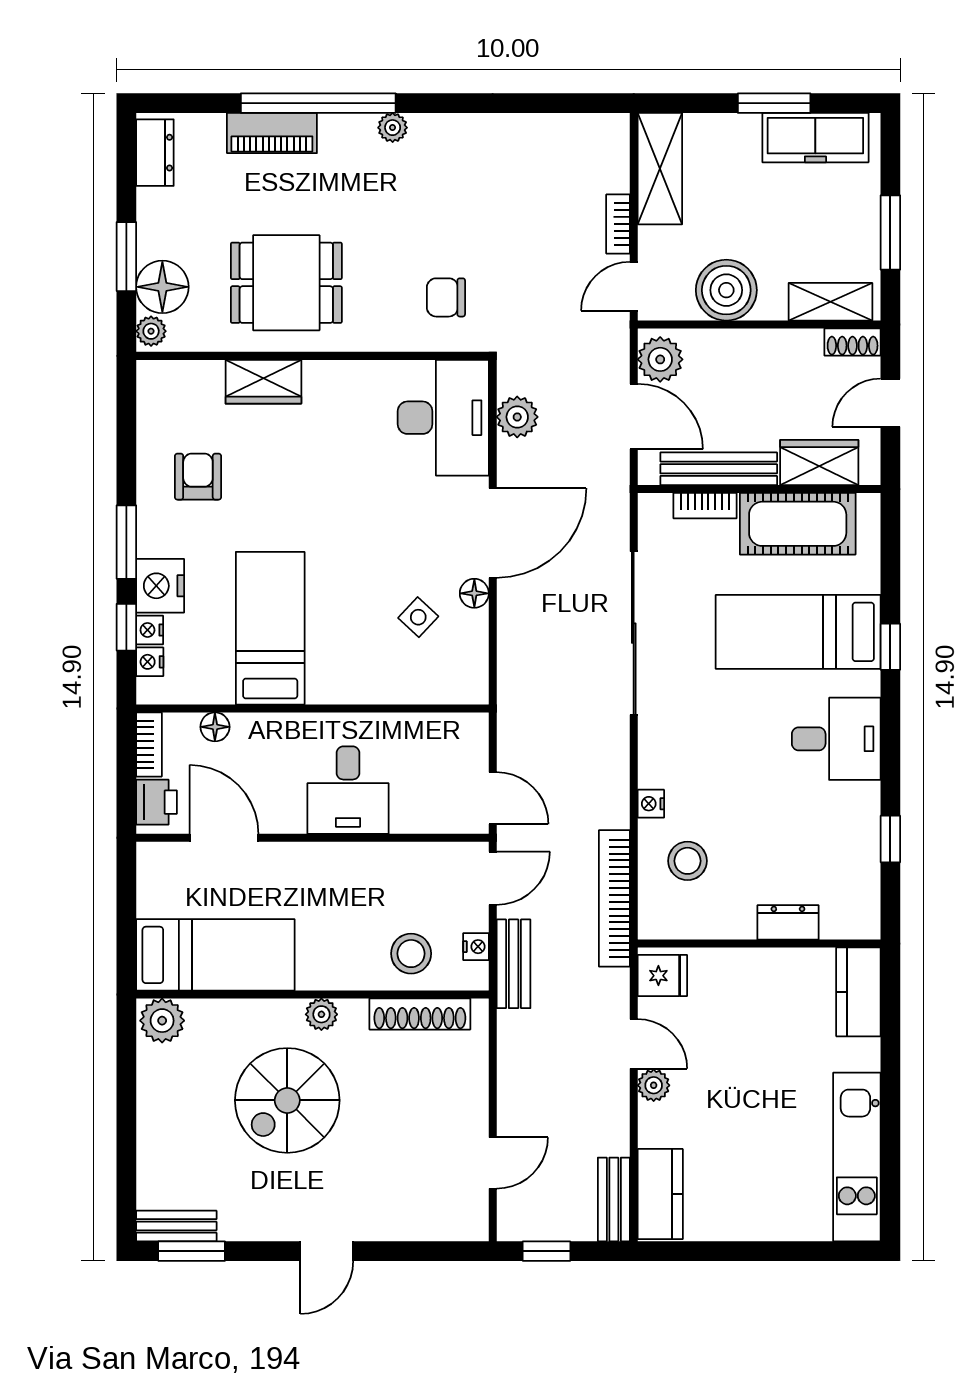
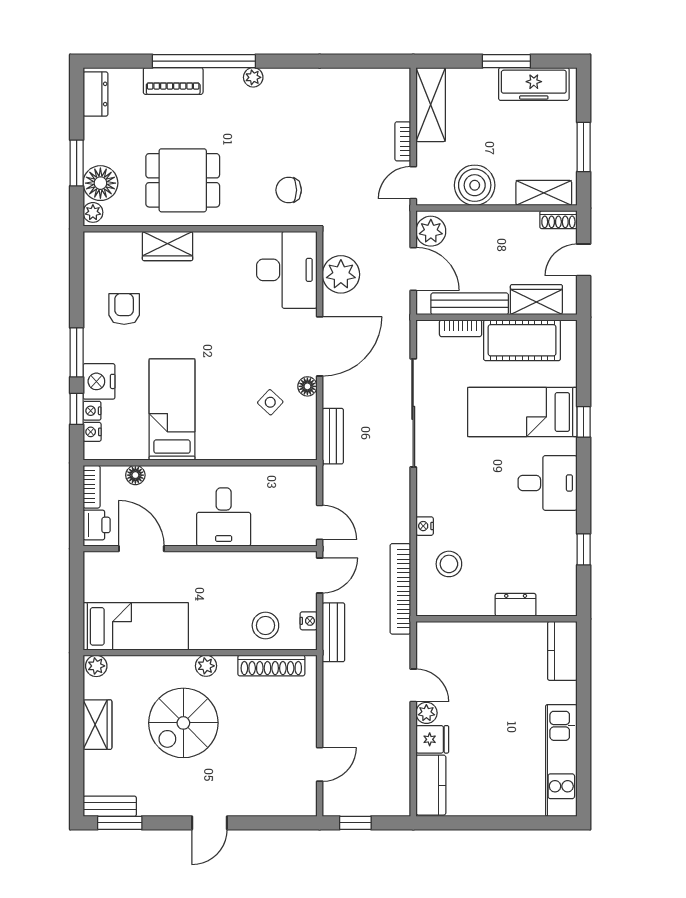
plant: (517, 417) -> (341, 274), width x1.36, depth x1.36
fridge: (662, 976) -> (432, 739), moved
plant: (162, 1021) -> (96, 666), width x0.73, depth x0.73
wardrobe: (158, 1103) -> (97, 725), added
bench: (614, 1199) -> (333, 436), moved

